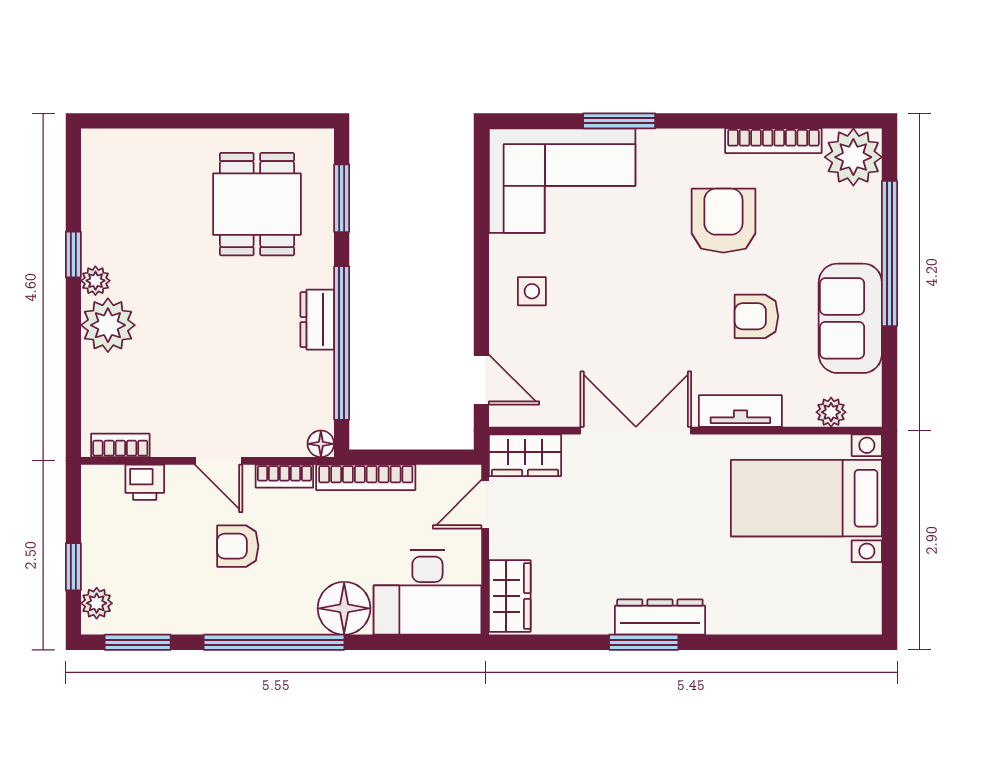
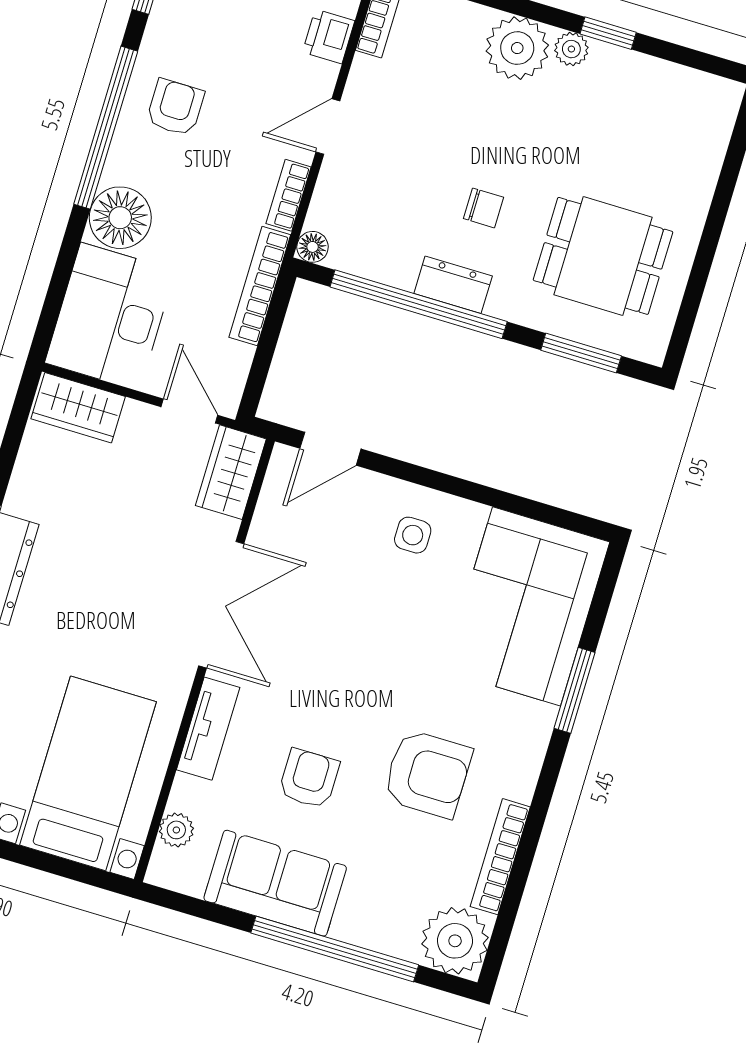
chair: (247, 314) -> (484, 208), added
armchair: (238, 546) -> (175, 107), moved

